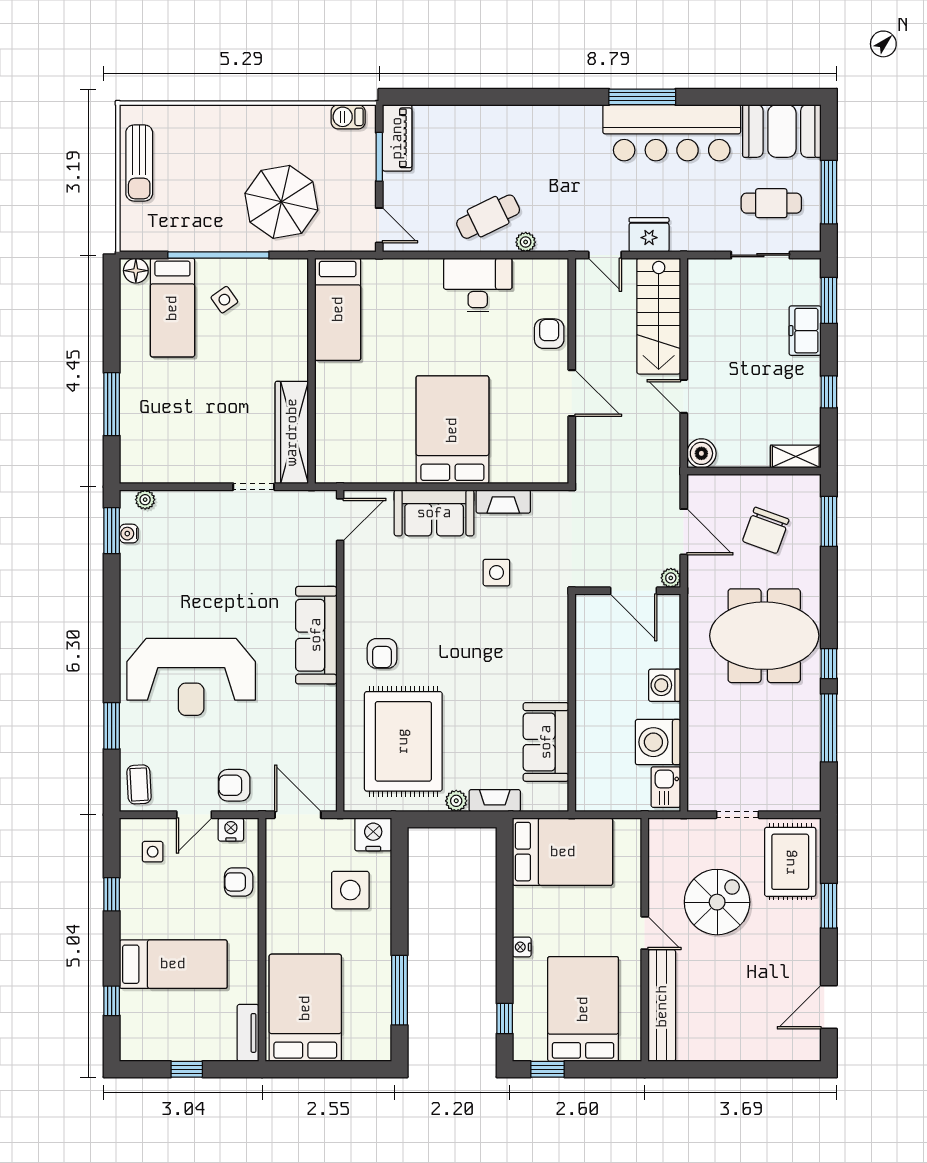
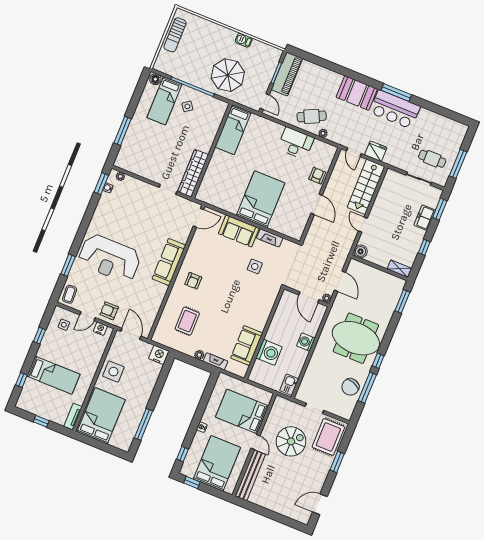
barbecue: (348, 117) -> (244, 40), moved
booth: (782, 131) -> (357, 93), moved
bar counter: (672, 133) -> (395, 109), width x0.73
piano: (397, 138) -> (287, 74), width x1.37, depth x1.33
chair: (766, 530) -> (350, 387), moved
rug: (403, 741) -> (187, 321), width x0.54, depth x0.49
washing machine: (658, 742) -> (269, 352), moved, turned 180
bed: (563, 852) -> (242, 412), moved, turned 180
armchair: (239, 882) -> (95, 352), removed
side table: (350, 890) -> (113, 372), moved

